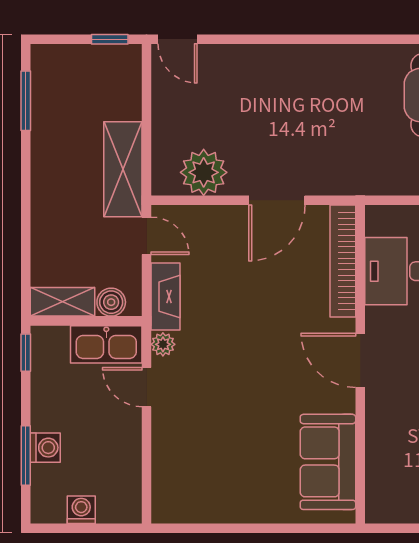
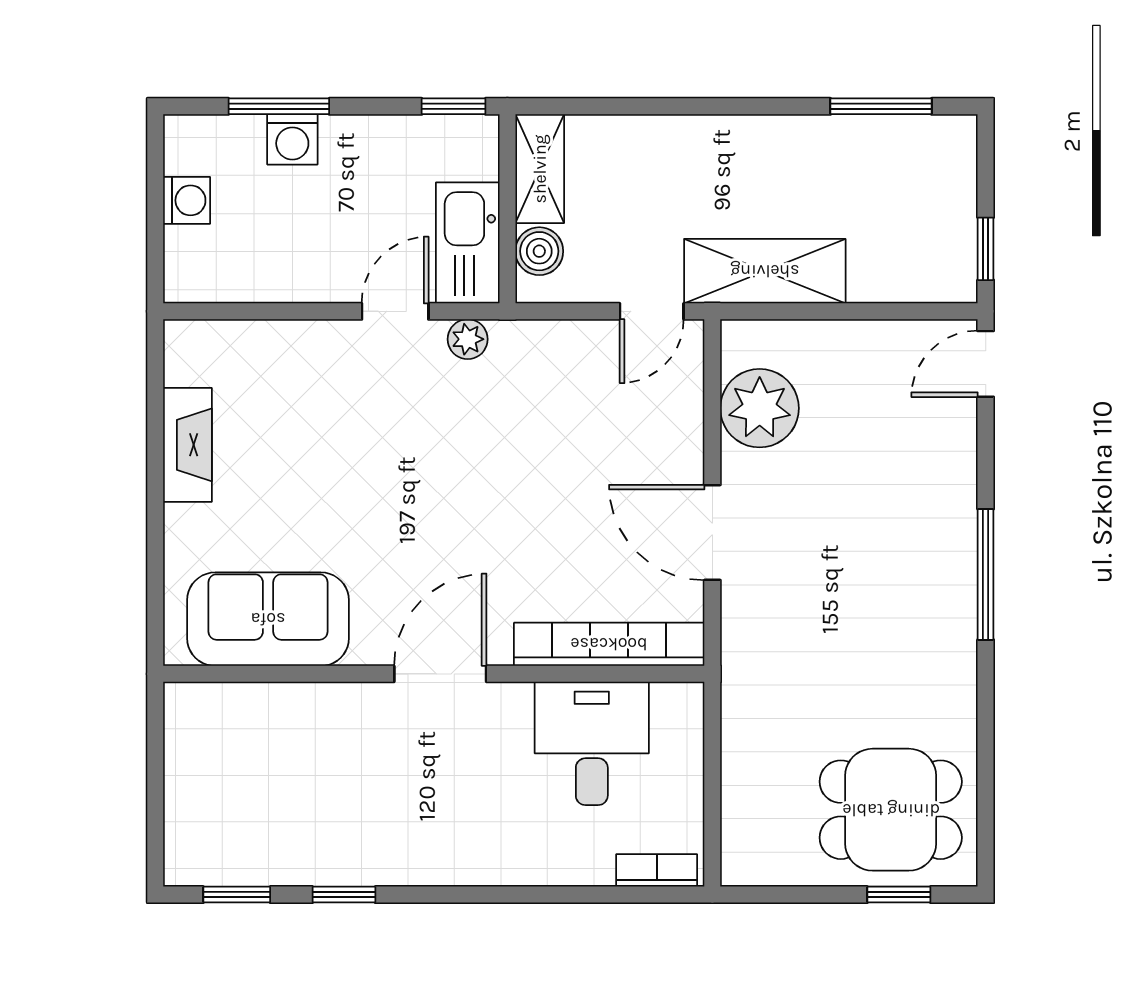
window: (302, 39) -> (986, 574), added
fireplace: (166, 297) -> (188, 445), moved, turned -90

